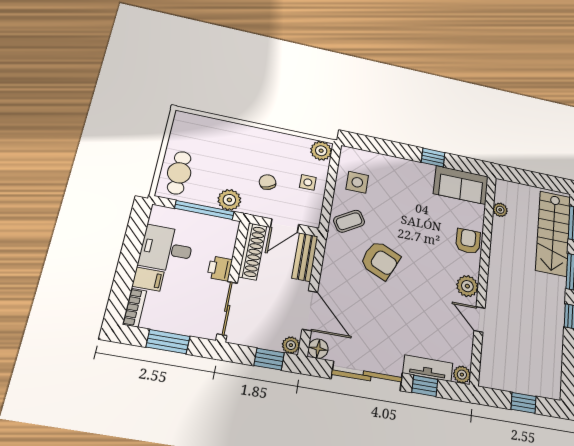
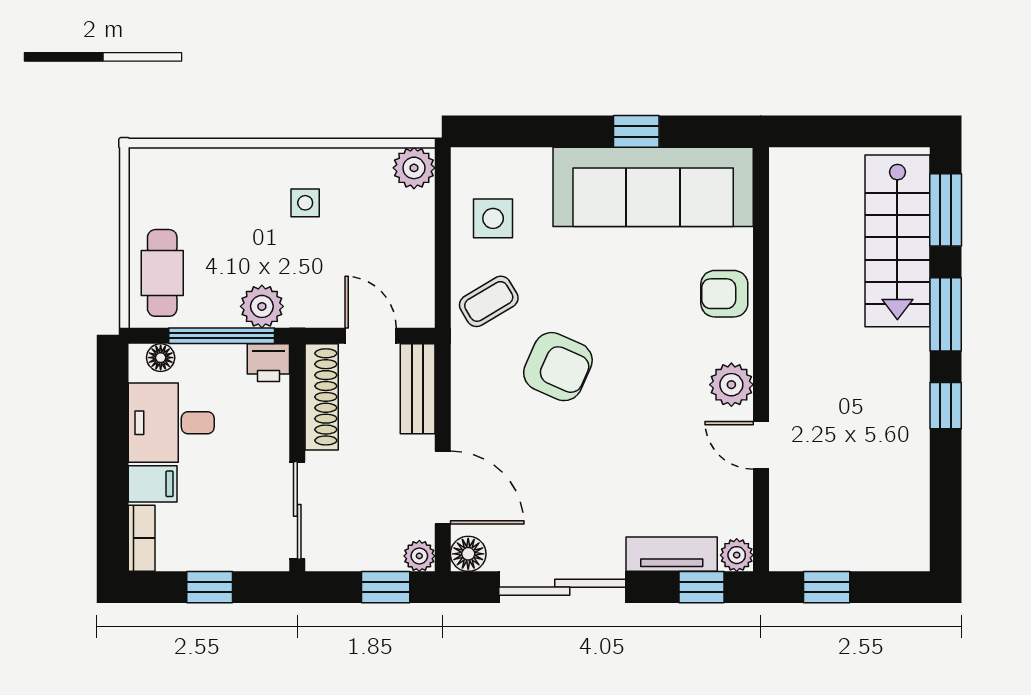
chair: (267, 182) -> (324, 256), removed
side table: (308, 182) -> (305, 203), moved
sofa: (461, 185) -> (653, 187), width x1.85, depth x1.27
plant: (500, 210) -> (784, 214), removed
floor lamp: (168, 214) -> (161, 358), added
door: (285, 226) -> (371, 336), swing flipped
armchair: (468, 241) -> (724, 294), turned -90
printer: (220, 269) -> (268, 363), moved, turned -90
window: (168, 342) -> (210, 587), width x0.67
window: (425, 386) -> (701, 587), moved
window: (523, 403) -> (827, 587), moved

